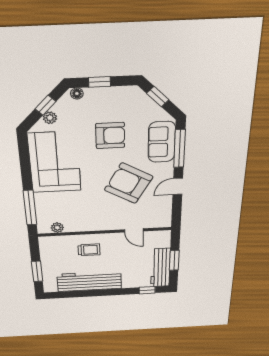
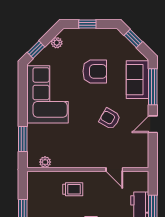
floor lamp: (77, 94) -> (69, 33), removed
window: (46, 105) -> (36, 50), moved
plant: (50, 118) -> (57, 43), moved
armchair: (129, 183) -> (110, 119), width x0.53, depth x0.53
window: (30, 208) -> (23, 139), width x0.69

